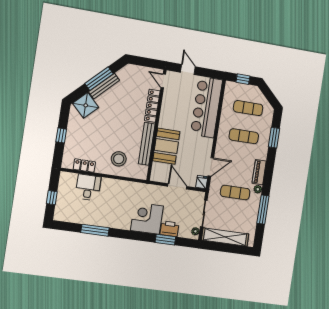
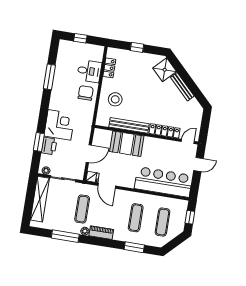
window: (99, 79) -> (189, 82), removed
chair: (112, 191) -> (86, 93), added

